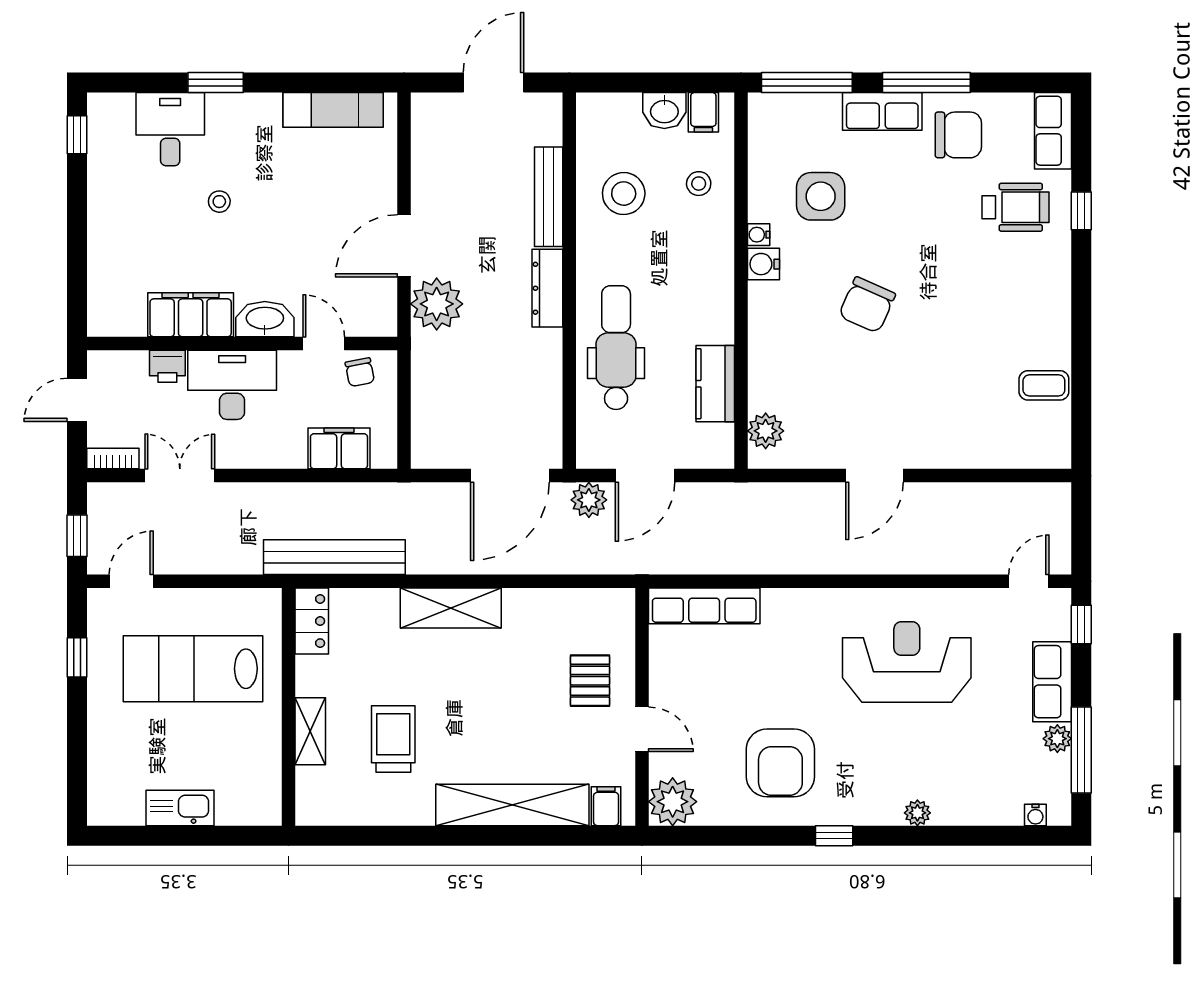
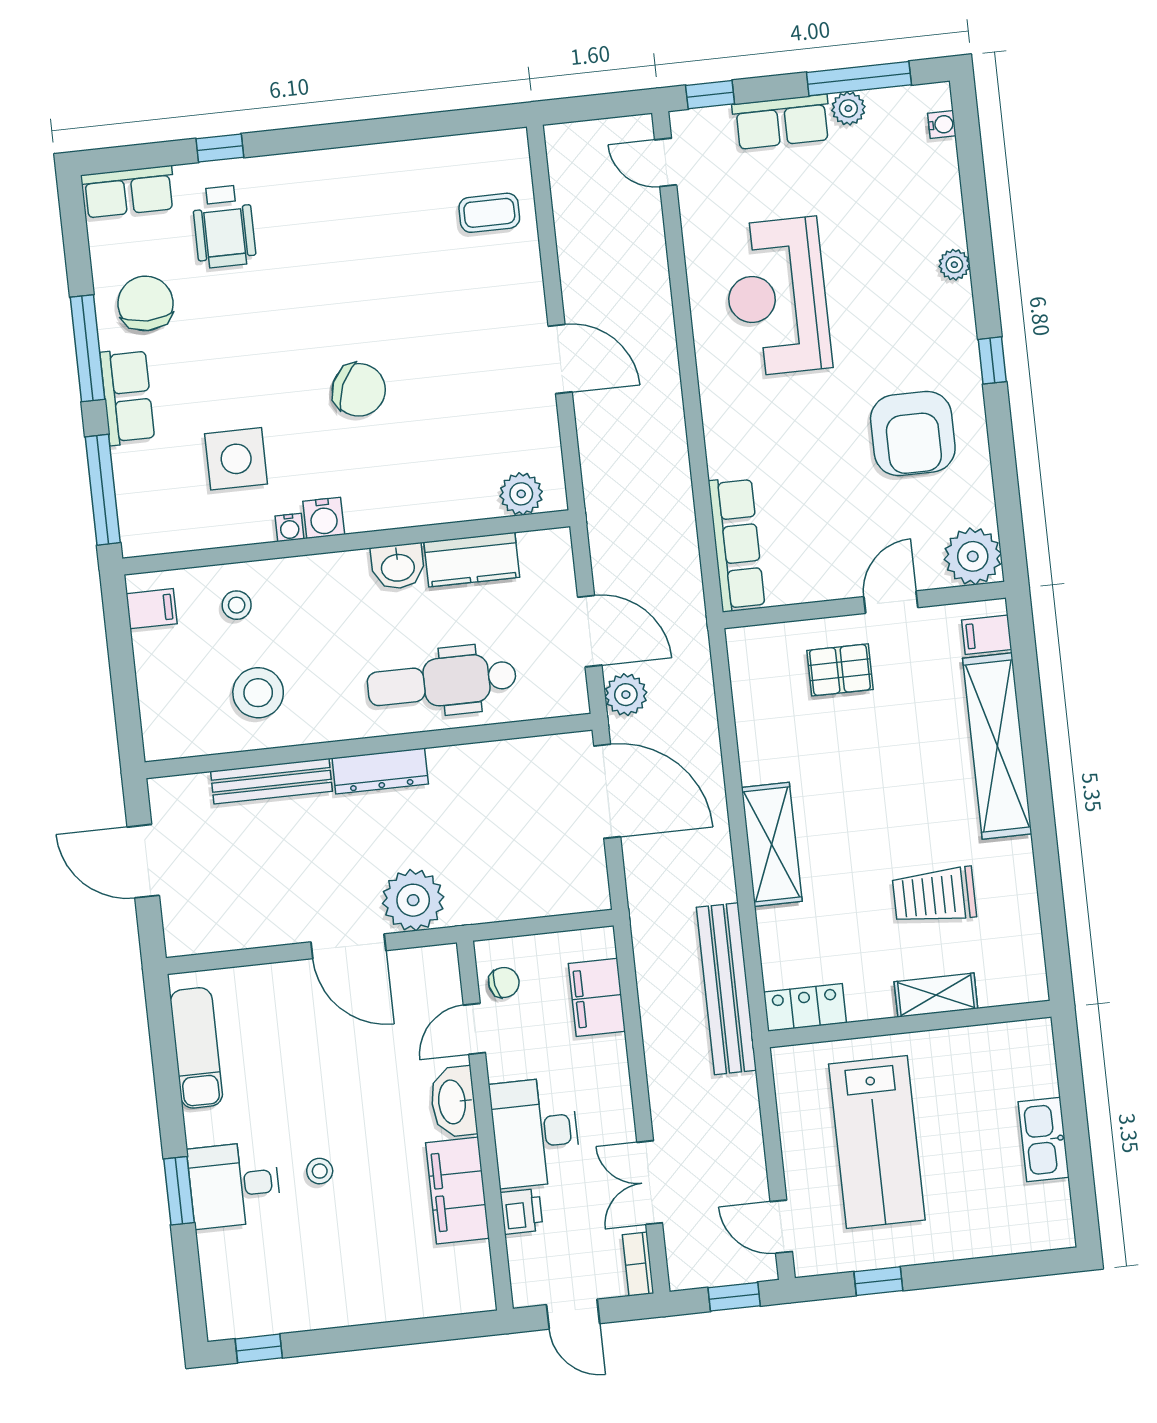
washbasin: (664, 111) -> (398, 566), moved, turned 90
desk: (170, 129) -> (234, 1185), moved
wheelchair: (1015, 207) -> (224, 226), turned 180
coffee table: (1044, 385) -> (489, 213), moved, turned 90
armchair: (780, 763) -> (913, 434), turned 90

